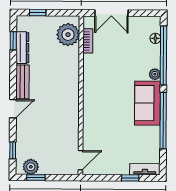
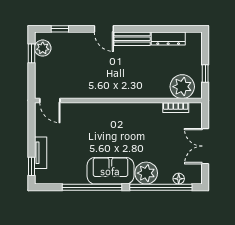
window: (38, 13) -> (205, 74), moved
double door: (111, 13) -> (205, 146), moved
window: (13, 41) -> (176, 29), removed
plant: (155, 74) -> (146, 173), width x1.87, depth x1.87
tv unit: (145, 169) -> (41, 153), moved
window: (130, 178) -> (31, 166), moved

